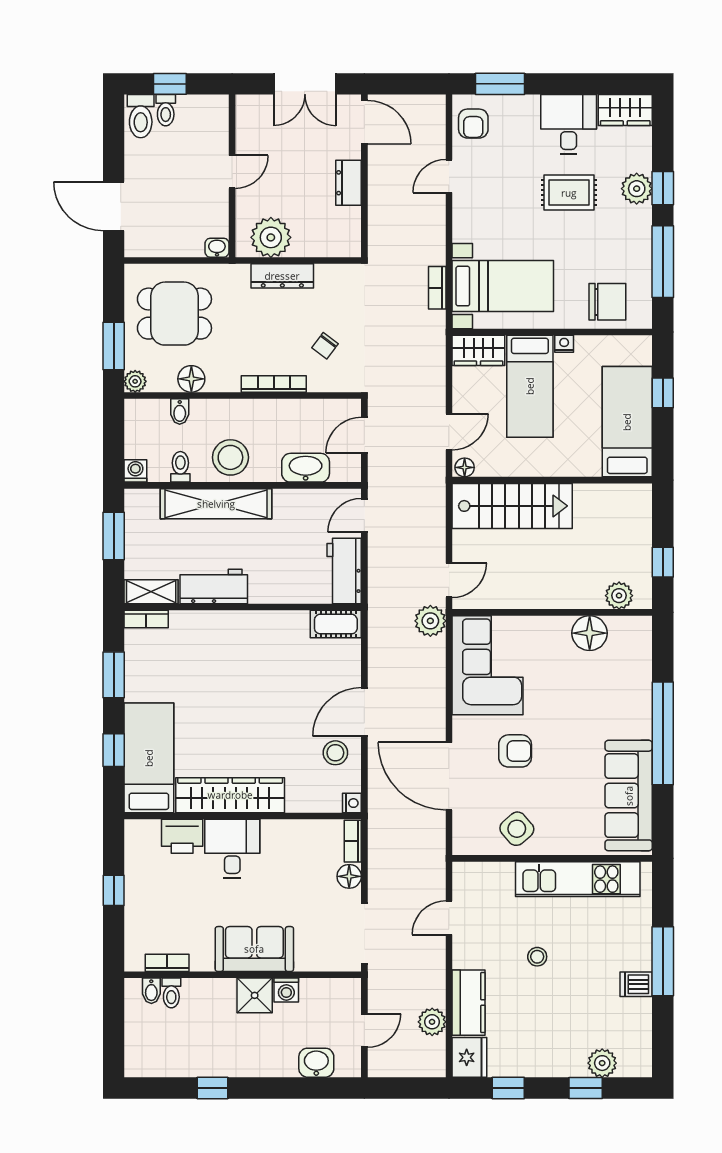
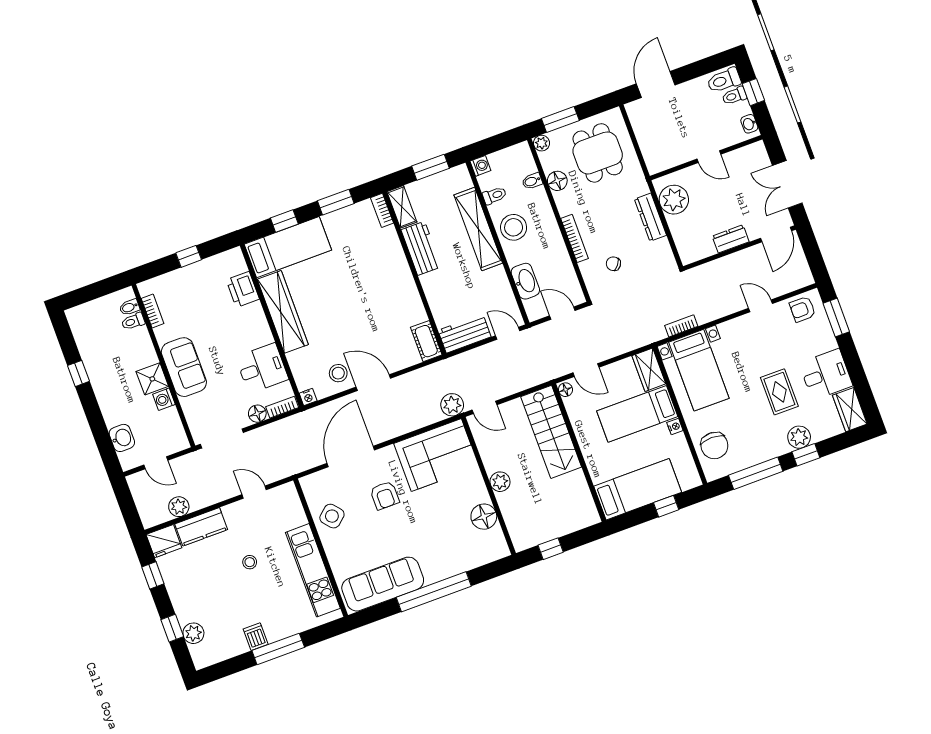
washbasin: (217, 248) -> (749, 124), moved, turned 180
plant: (619, 596) -> (500, 482), moved
desk: (232, 849) -> (262, 368), moved

